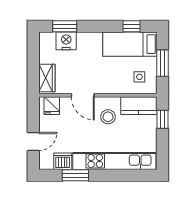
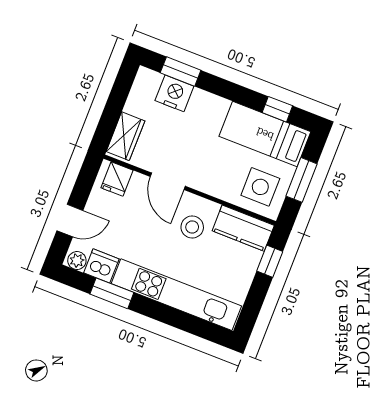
side table: (139, 77) -> (260, 187), width x1.87, depth x1.87
plant: (47, 164) -> (77, 261), added

